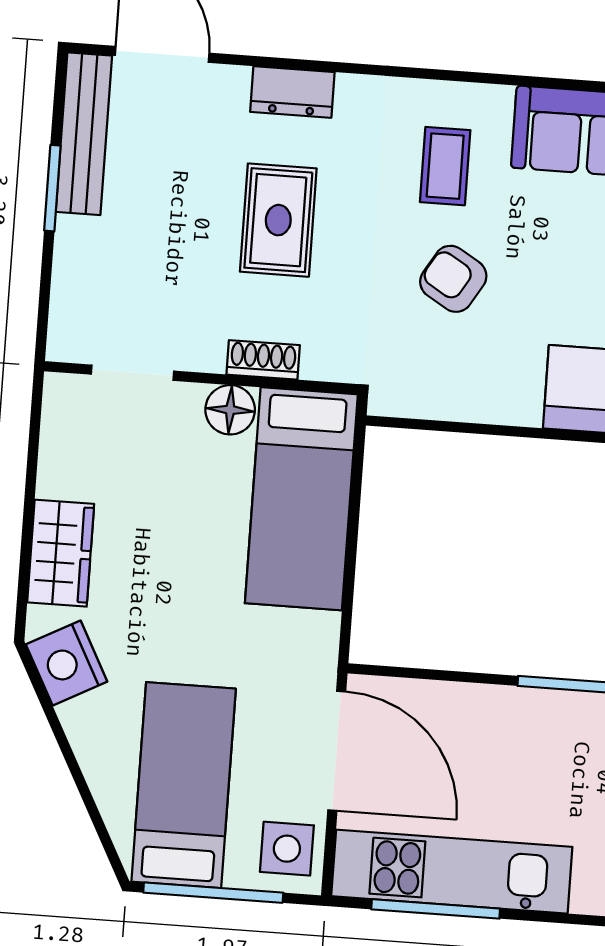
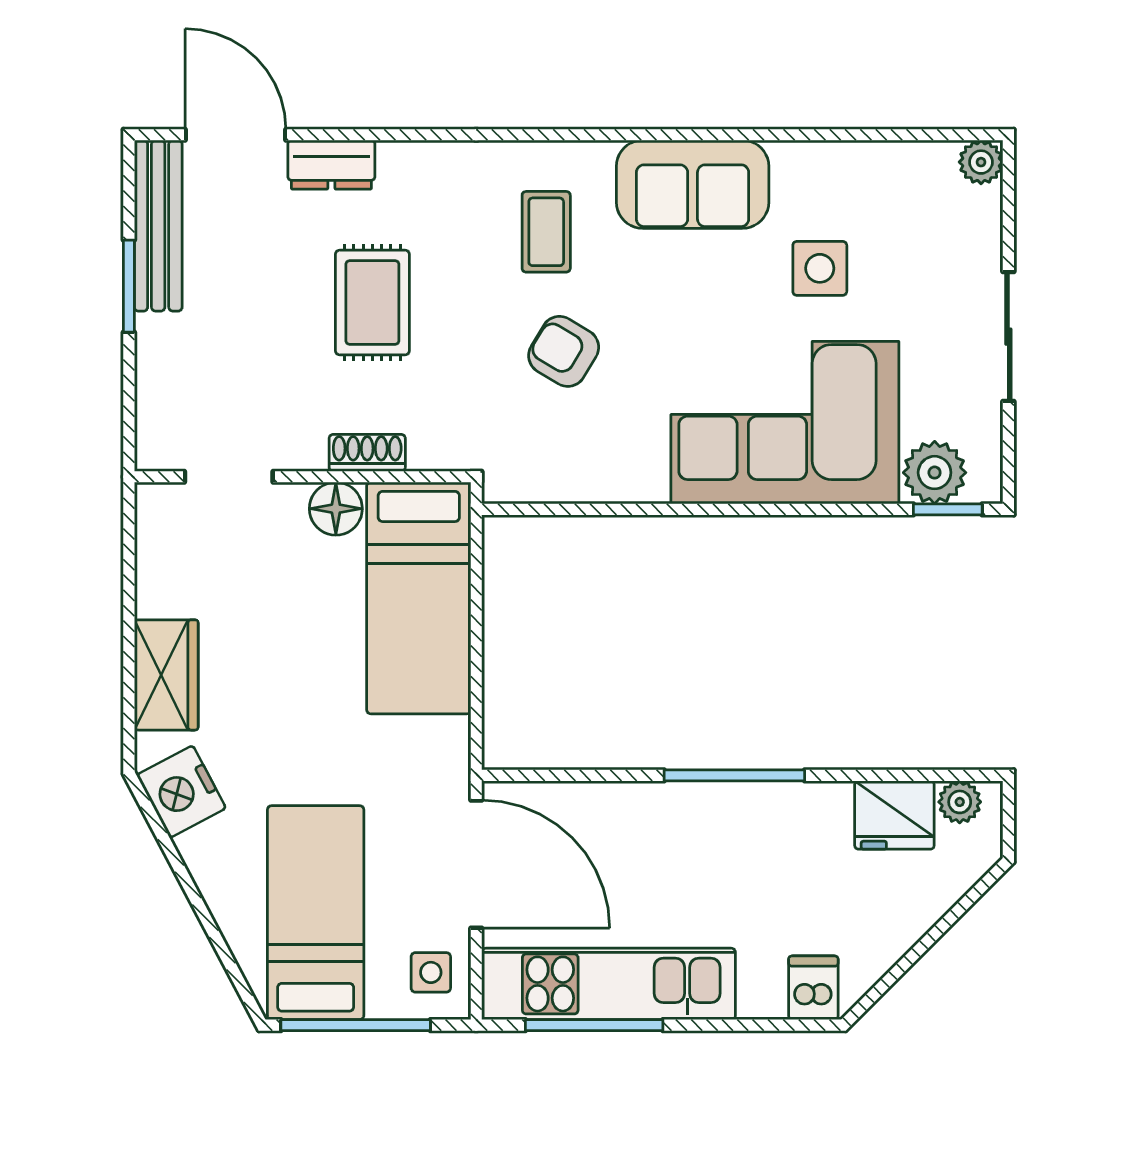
dresser: (292, 92) -> (331, 165), moved
side table: (287, 849) -> (431, 972), width x0.73, depth x0.73

